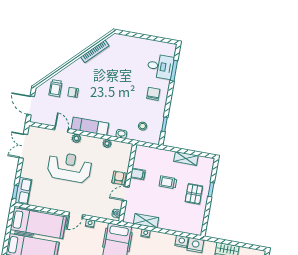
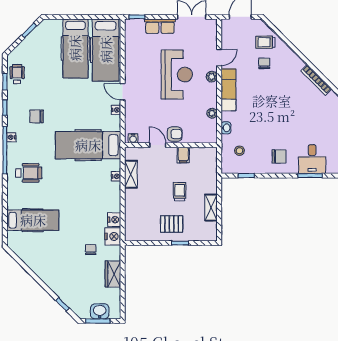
row of seats: (23, 191) -> (160, 26), moved

